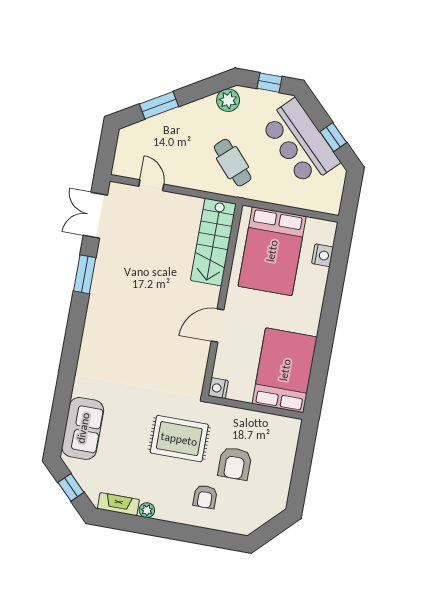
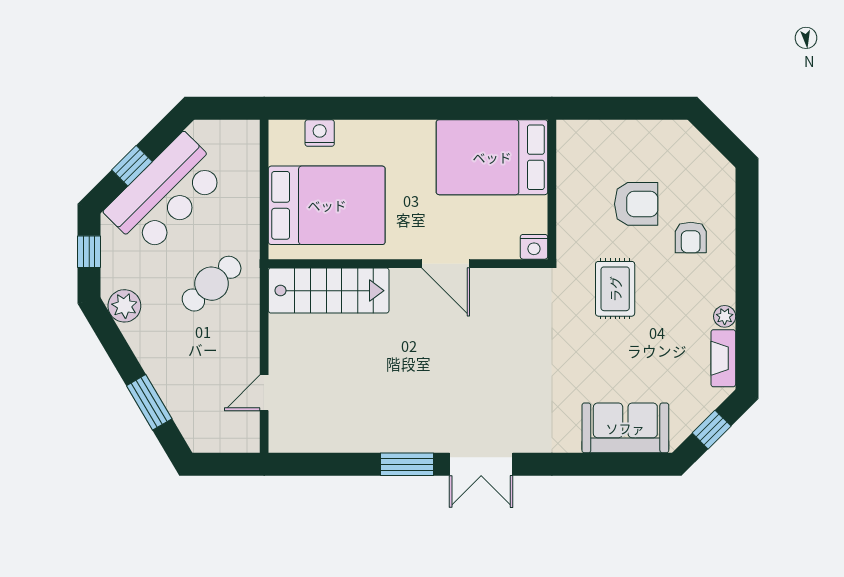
window: (333, 137) -> (132, 166), moved
double door: (95, 215) -> (481, 464), moved
rug: (179, 439) -> (615, 289), width x0.73, depth x0.70
armchair: (205, 497) -> (691, 237), turned 90

